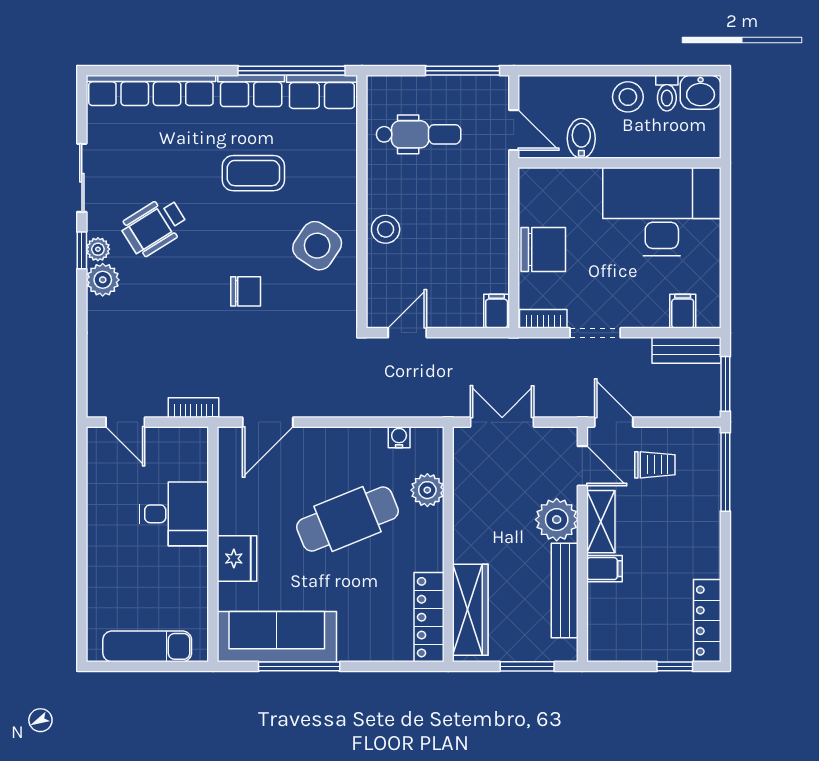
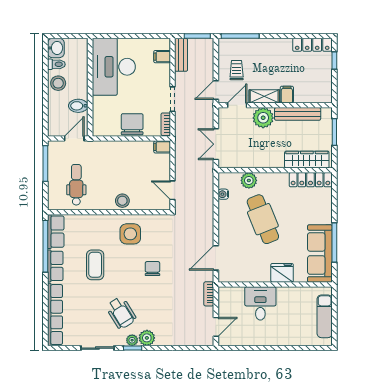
side table: (317, 246) -> (130, 234), turned -34
door: (268, 422) -> (216, 258), swing flipped

